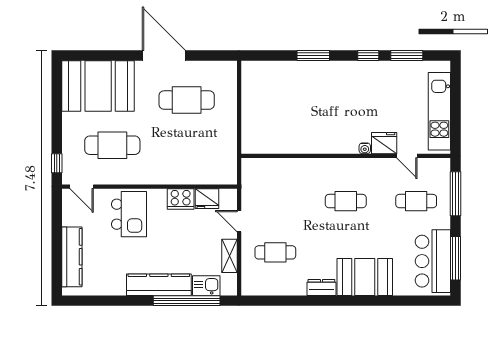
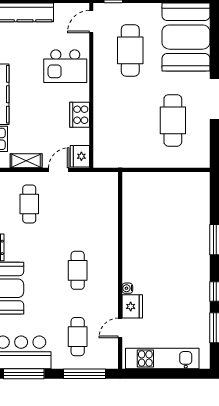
fridge: (207, 199) -> (80, 156), moved

